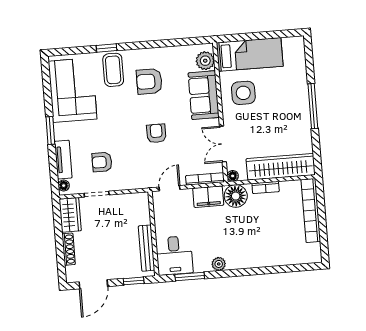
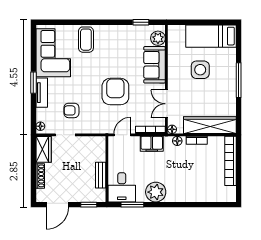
window: (106, 48) -> (141, 22), moved
bed: (250, 54) -> (211, 36), moved, turned 180
armchair: (149, 81) -> (113, 51), removed
side table: (243, 93) -> (200, 70), moved
armchair: (156, 133) -> (115, 92), width x1.88, depth x1.88
tv unit: (63, 160) -> (42, 93), moved
floor lamp: (236, 196) -> (177, 141), width x0.53, depth x0.53
bench: (146, 248) -> (101, 175), width x0.73
plant: (219, 264) -> (156, 192), width x1.87, depth x1.87

